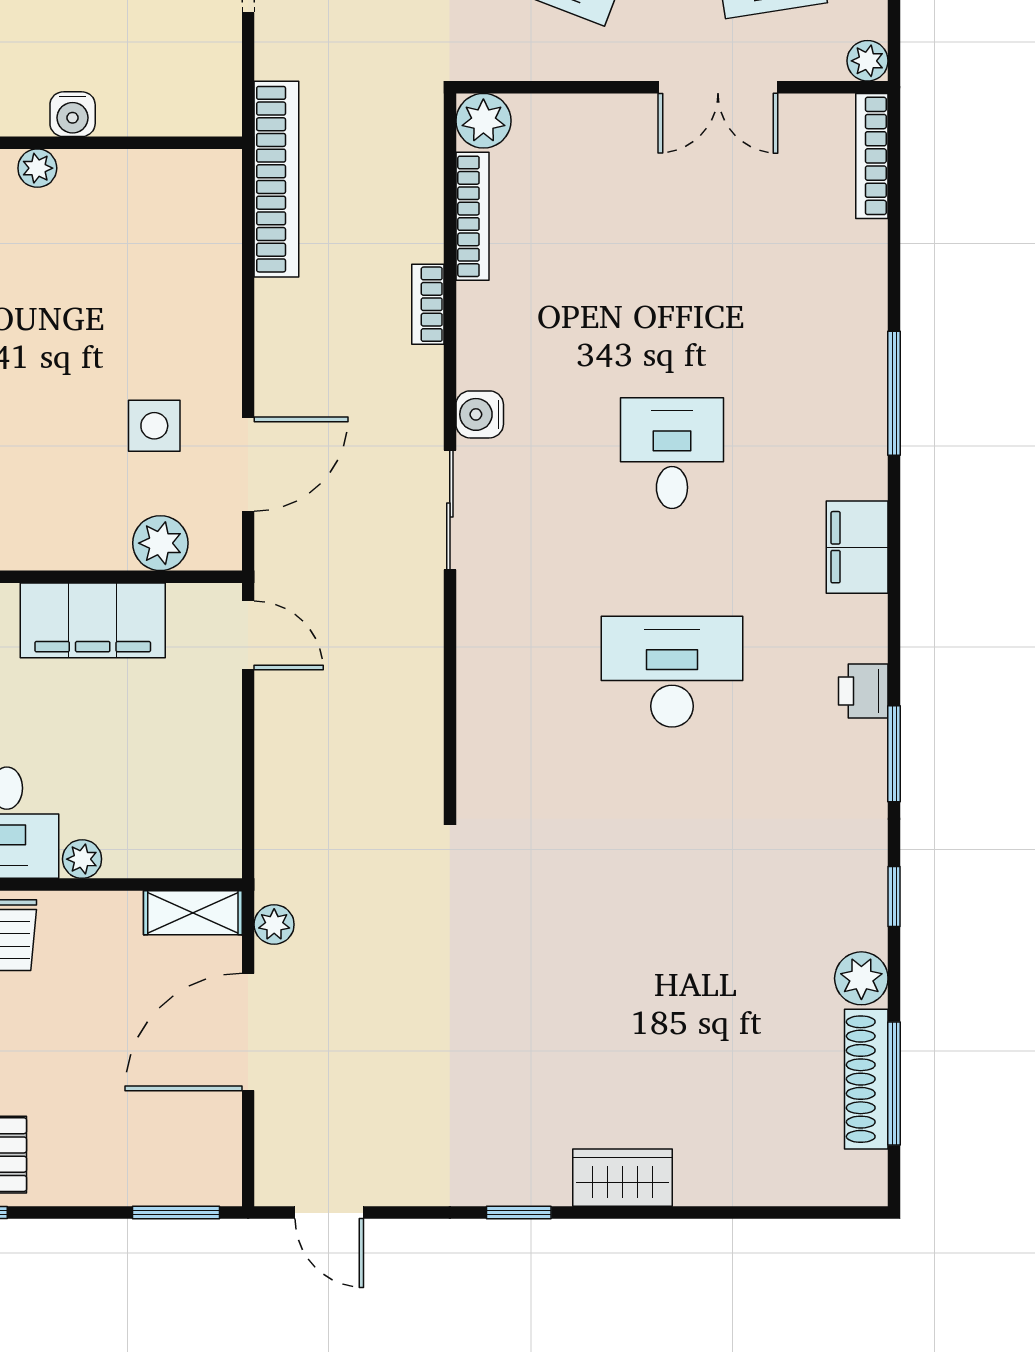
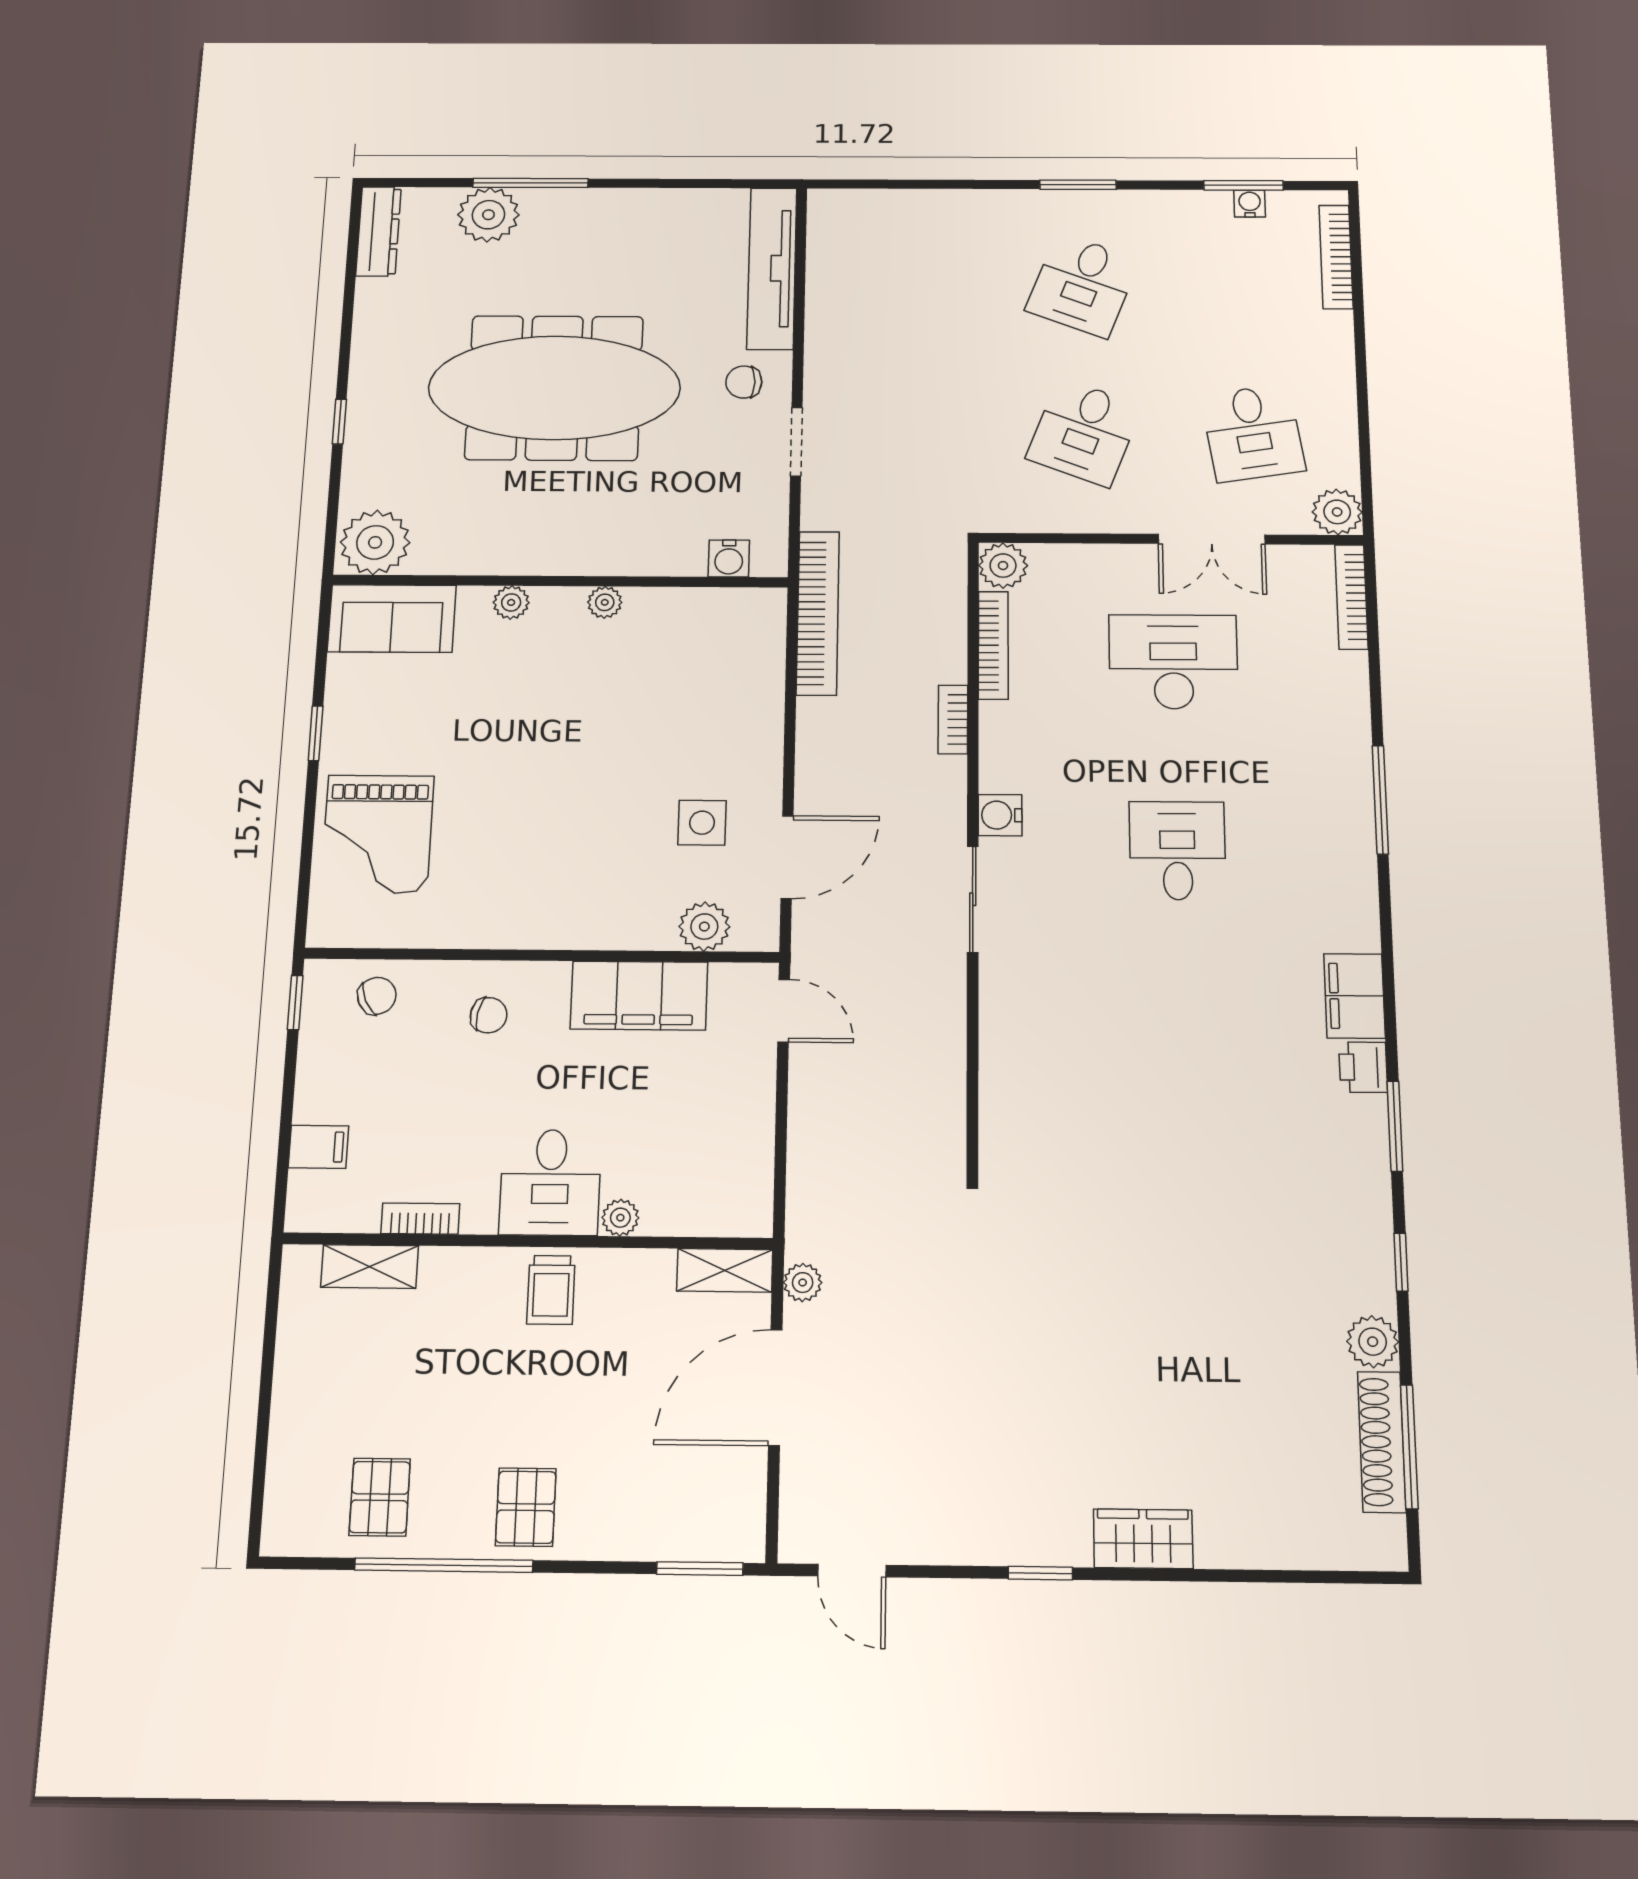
plant: (868, 61) -> (1337, 512), width x1.38, depth x1.38
water cooler: (73, 114) -> (729, 558), moved
filing cabinet: (857, 547) -> (1354, 996), moved
desk: (672, 672) -> (1173, 662), moved

